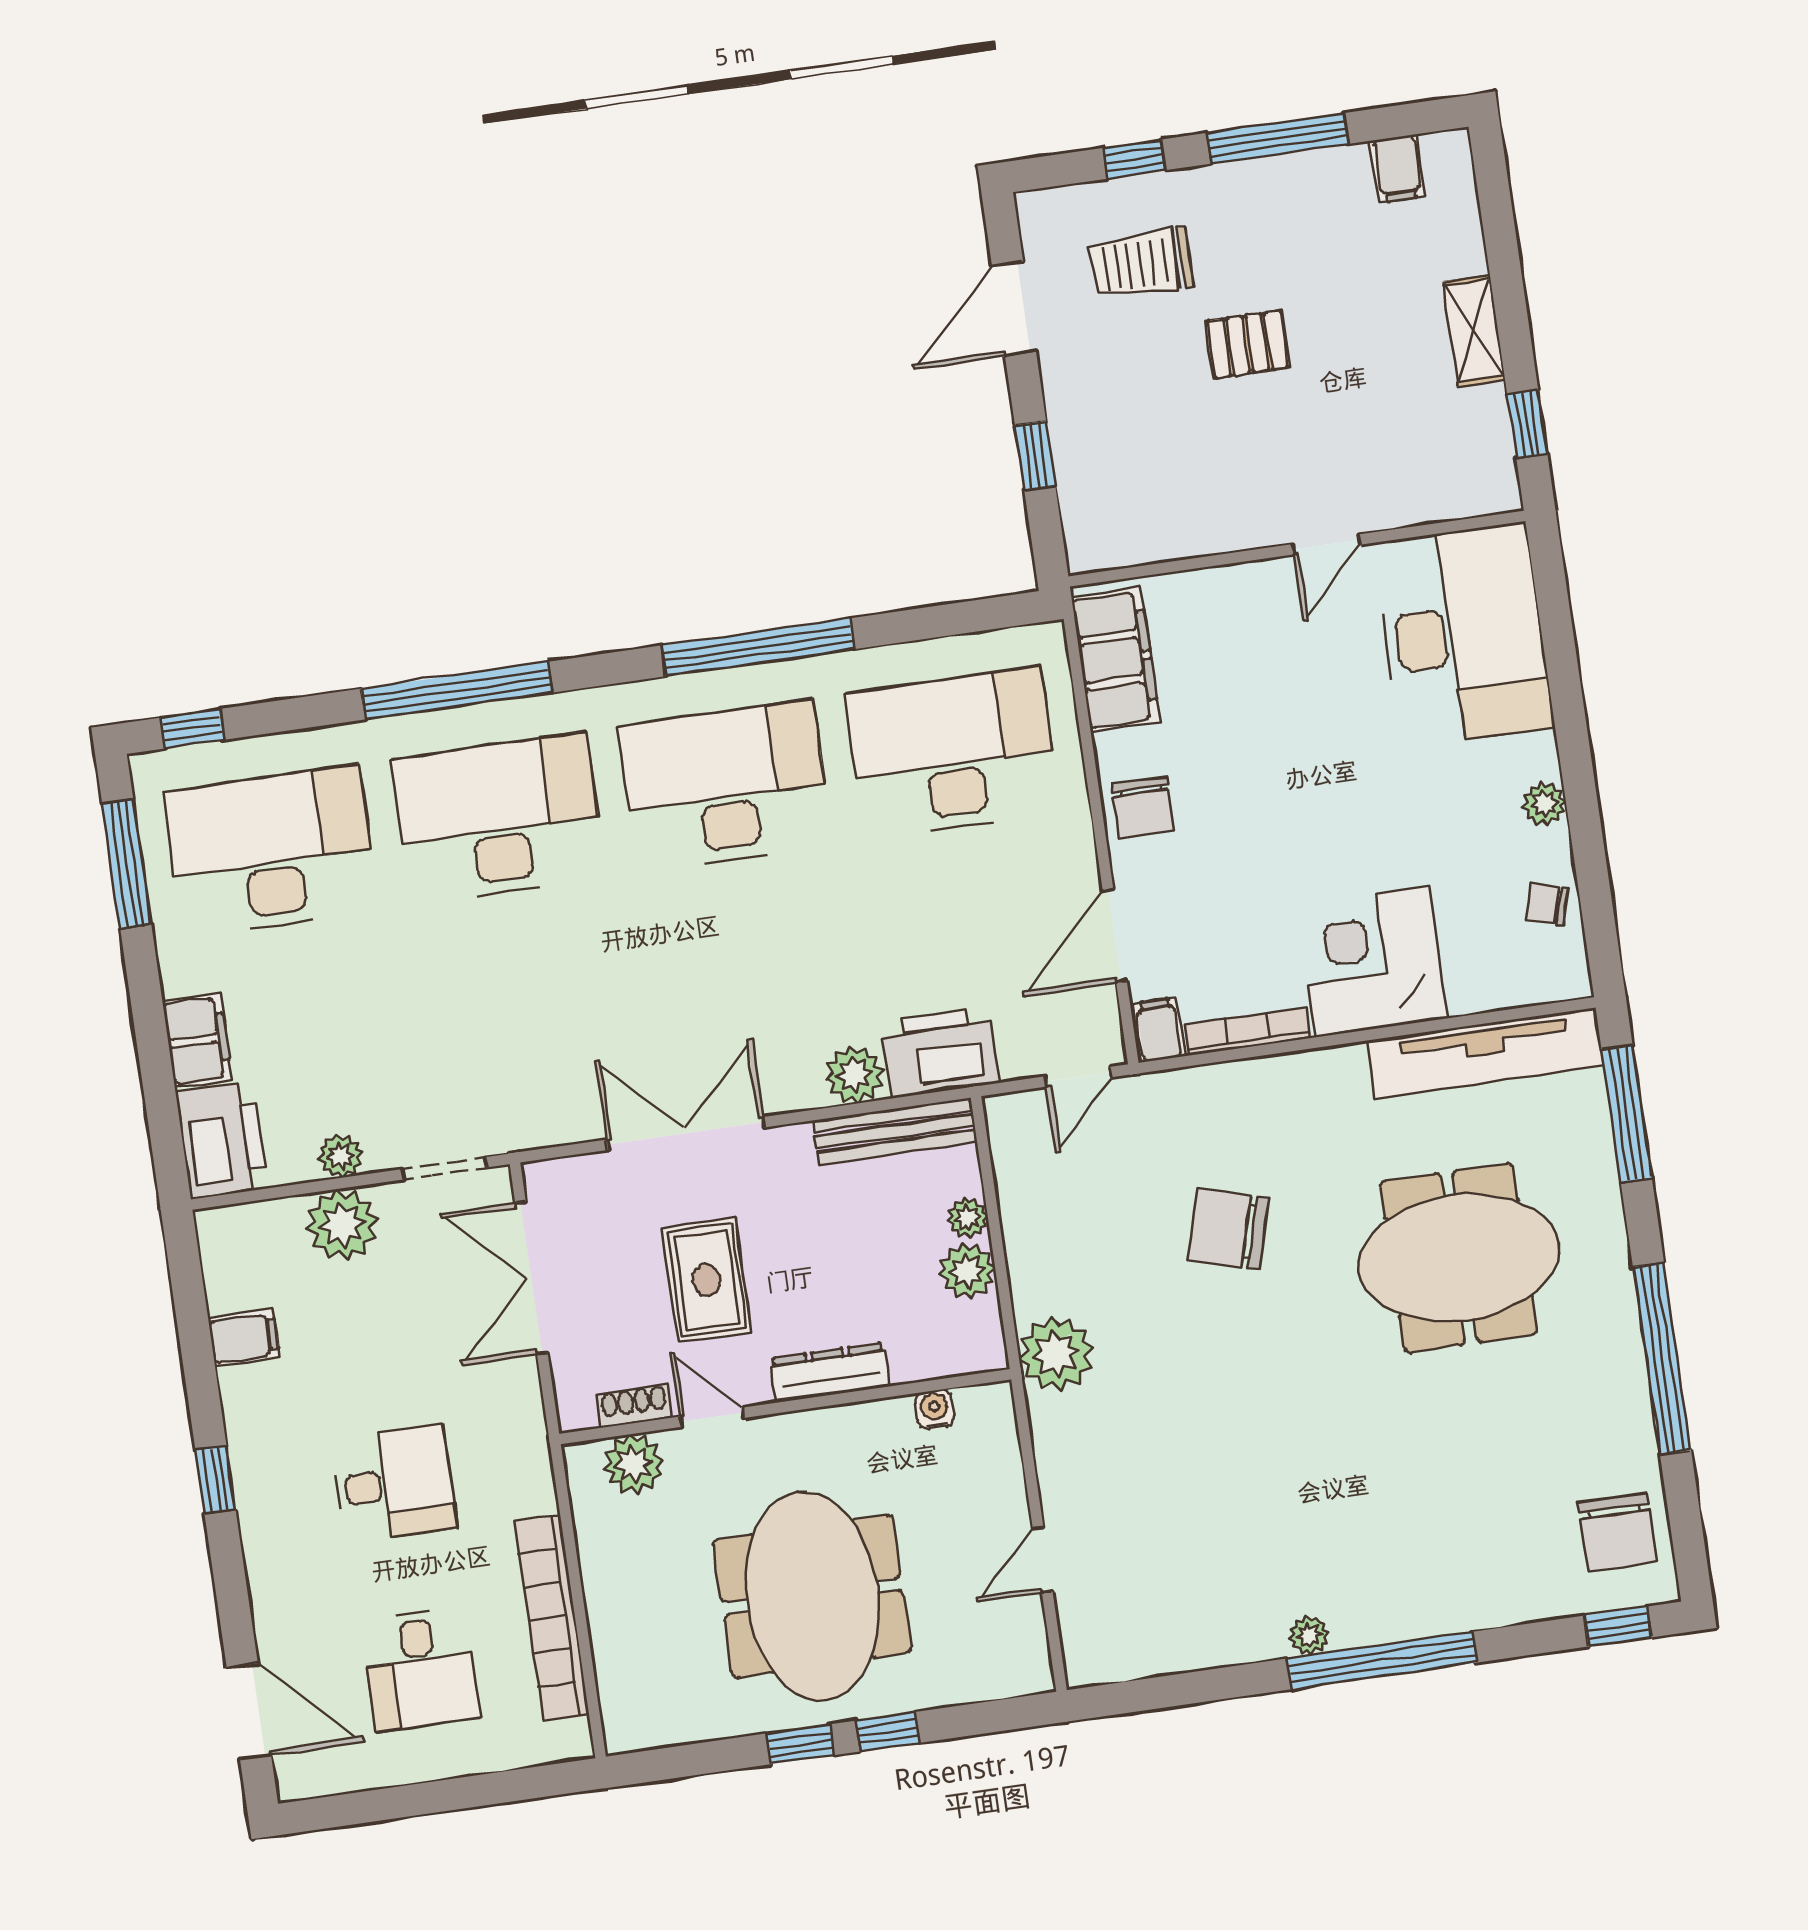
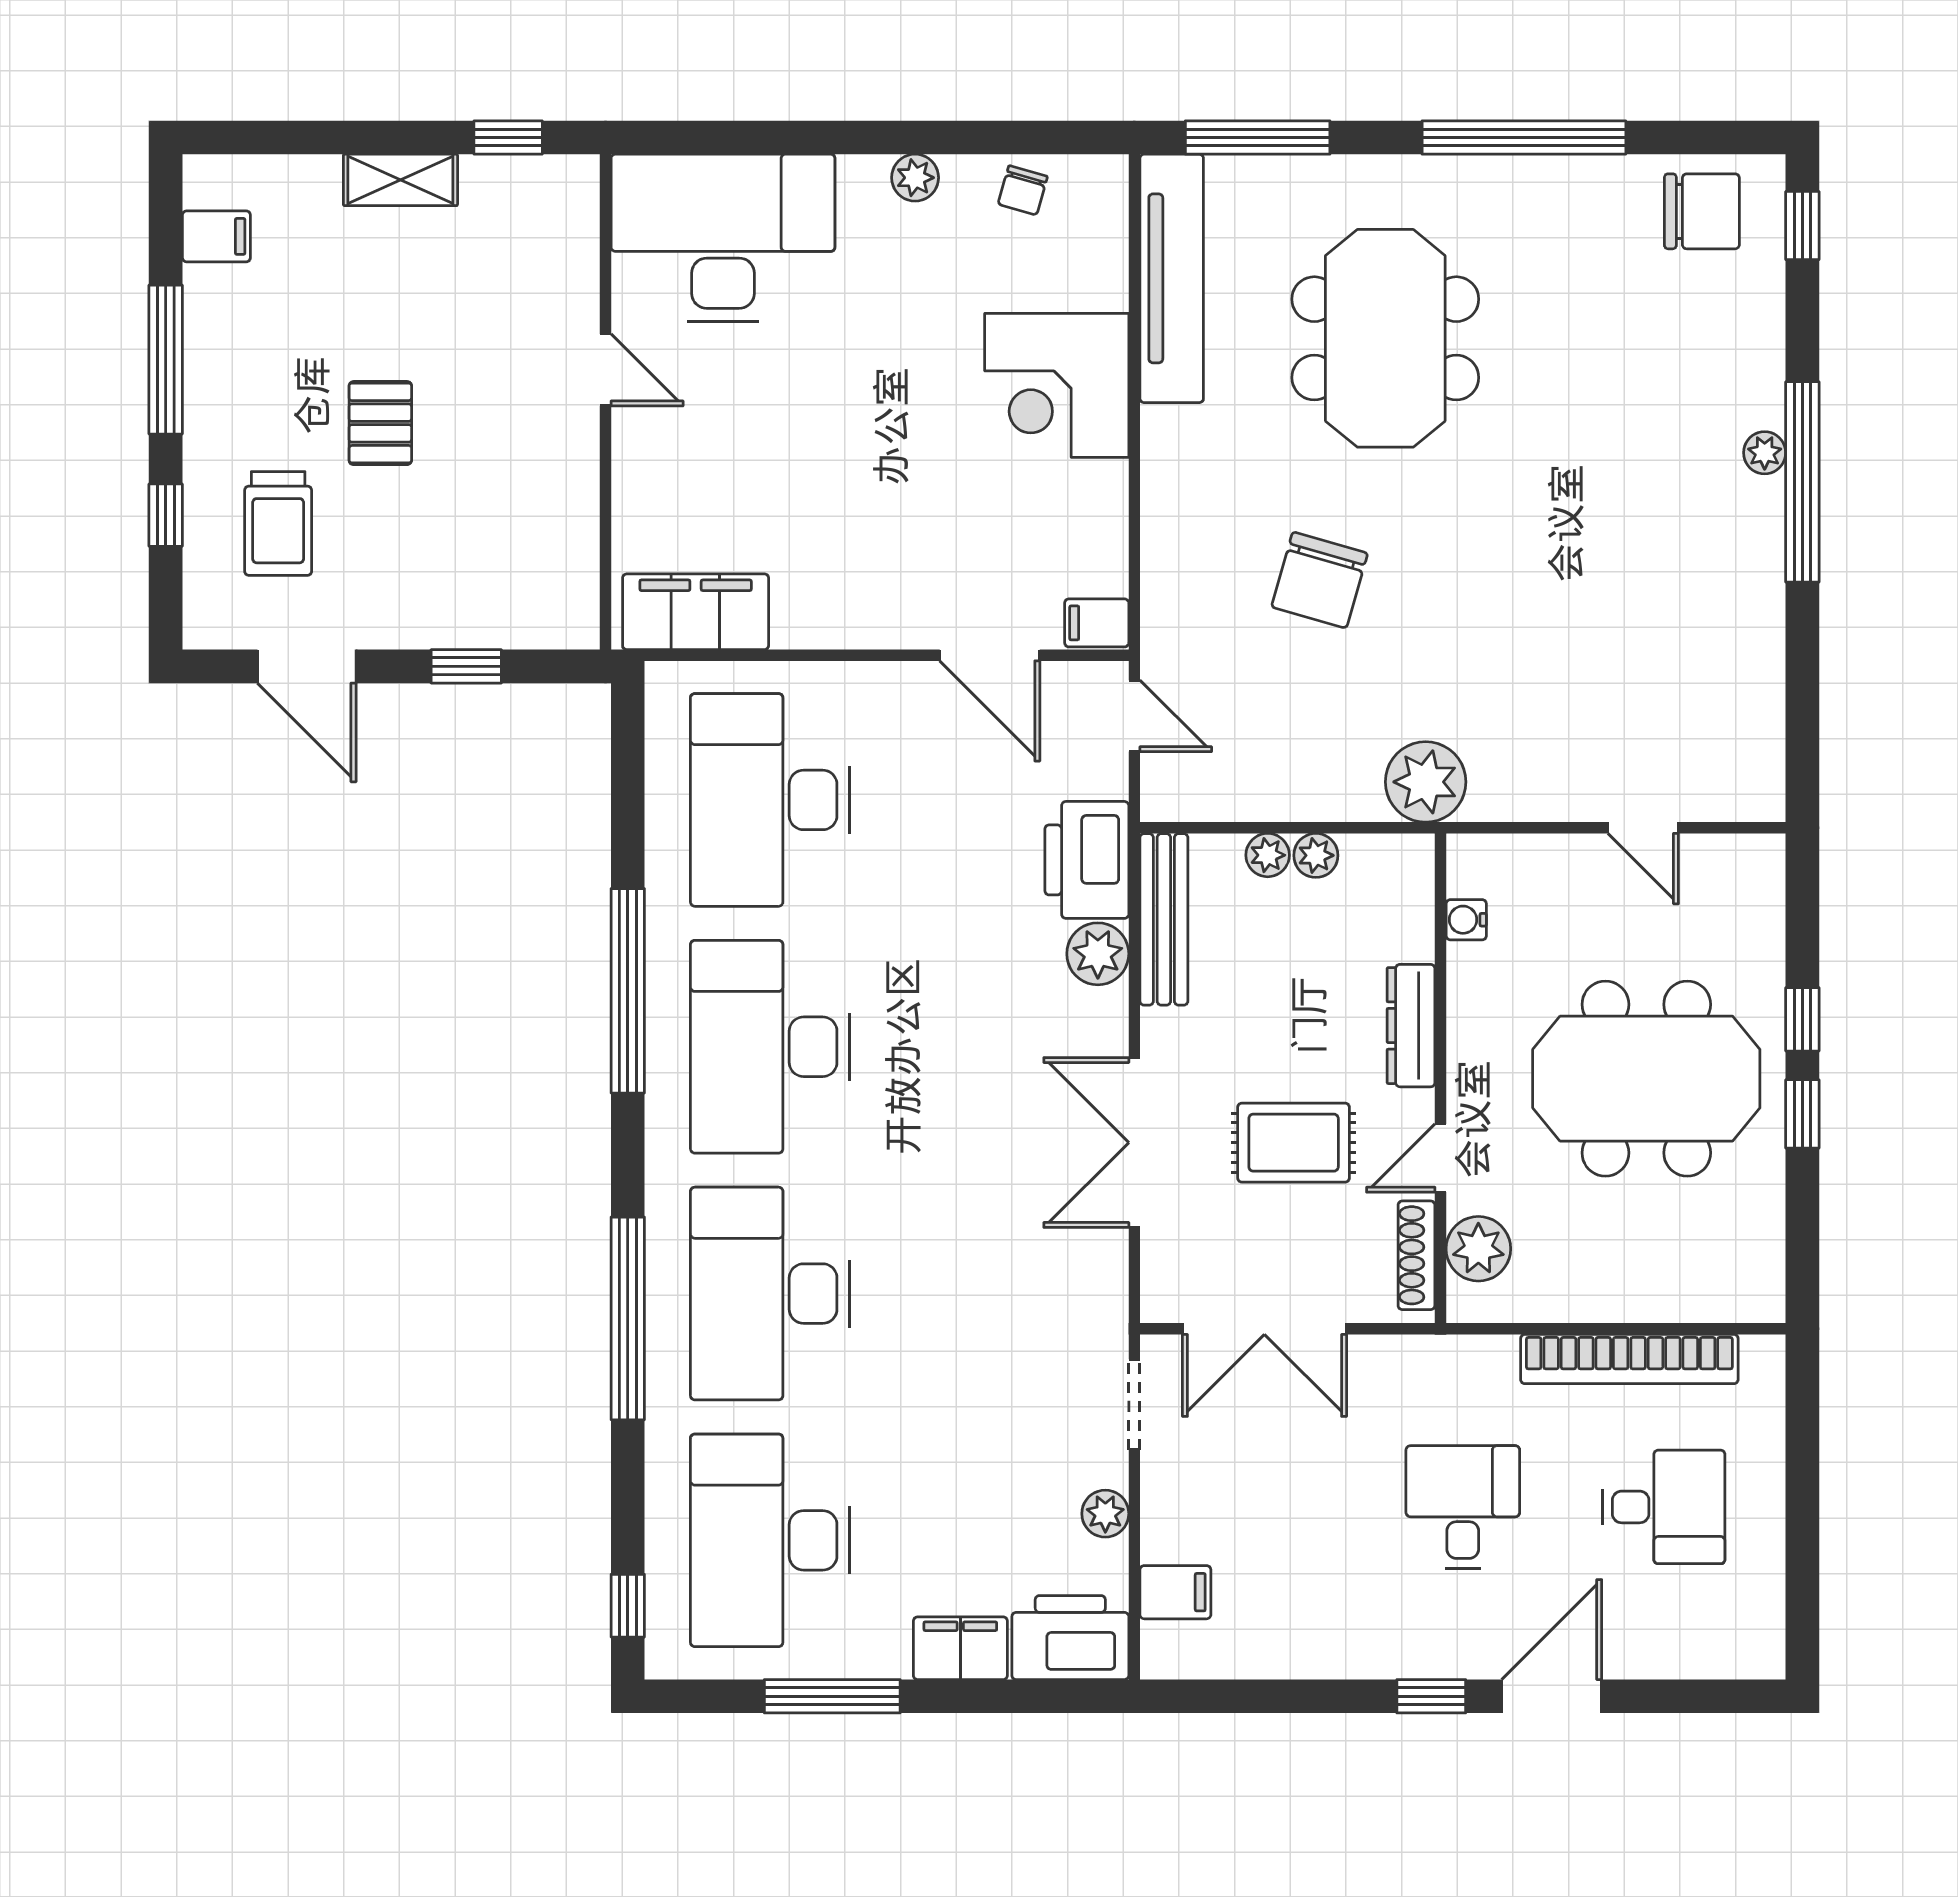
chair: (1143, 807) -> (857, 606), removed
window: (127, 864) -> (832, 1696), moved
bookcase: (1248, 1031) -> (1112, 528), removed
plant: (342, 1225) -> (1179, 1522), removed
plant: (967, 1271) -> (1316, 855), width x0.73, depth x0.73
filing cabinet: (244, 1338) -> (1175, 1592), moved, turned 90
shoe rack: (634, 1406) -> (1416, 1255), width x1.43
plant: (1309, 1636) -> (1765, 453), moved
door: (249, 1711) -> (1552, 1696), moved

